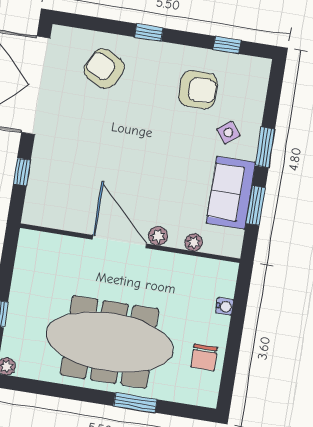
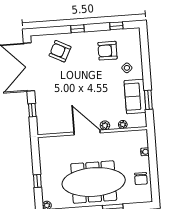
armchair: (198, 90) -> (107, 51), turned 180
window: (265, 147) -> (146, 71), removed

